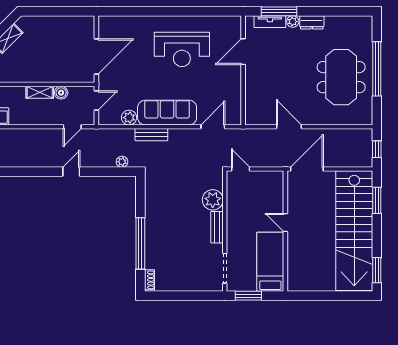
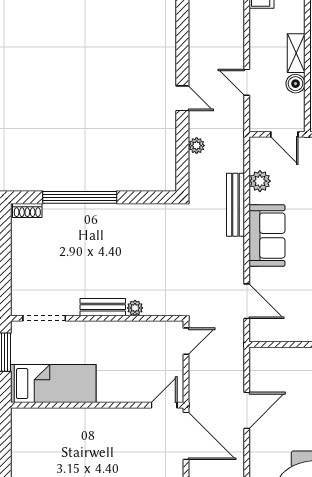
sofa: (167, 113) -> (267, 236), width x0.73
door: (72, 127) -> (247, 82), moved
bench: (151, 135) -> (235, 205), width x1.36
plant: (122, 162) -> (197, 146), moved
plant: (213, 200) -> (135, 308), width x0.53, depth x0.53
door: (285, 222) -> (164, 405), moved

